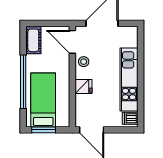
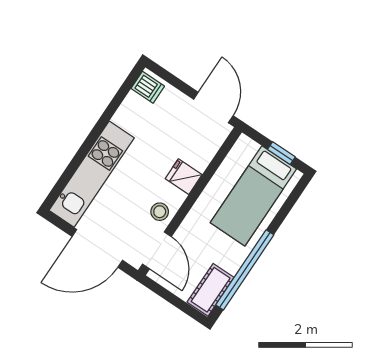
kitchen unit: (129, 79) -> (92, 174), moved
window: (23, 82) -> (245, 270), moved
window: (44, 130) -> (281, 153), width x0.67

